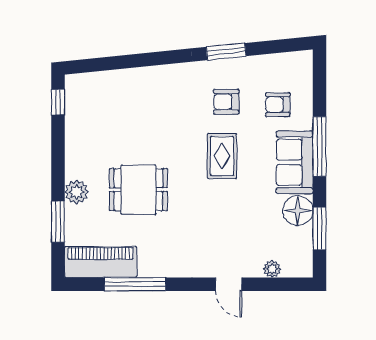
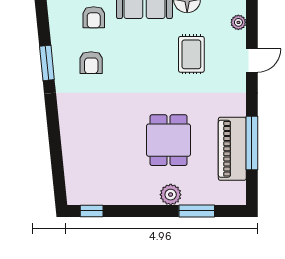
rug: (222, 156) -> (191, 54), moved, turned 90
piano: (101, 262) -> (232, 149), moved

